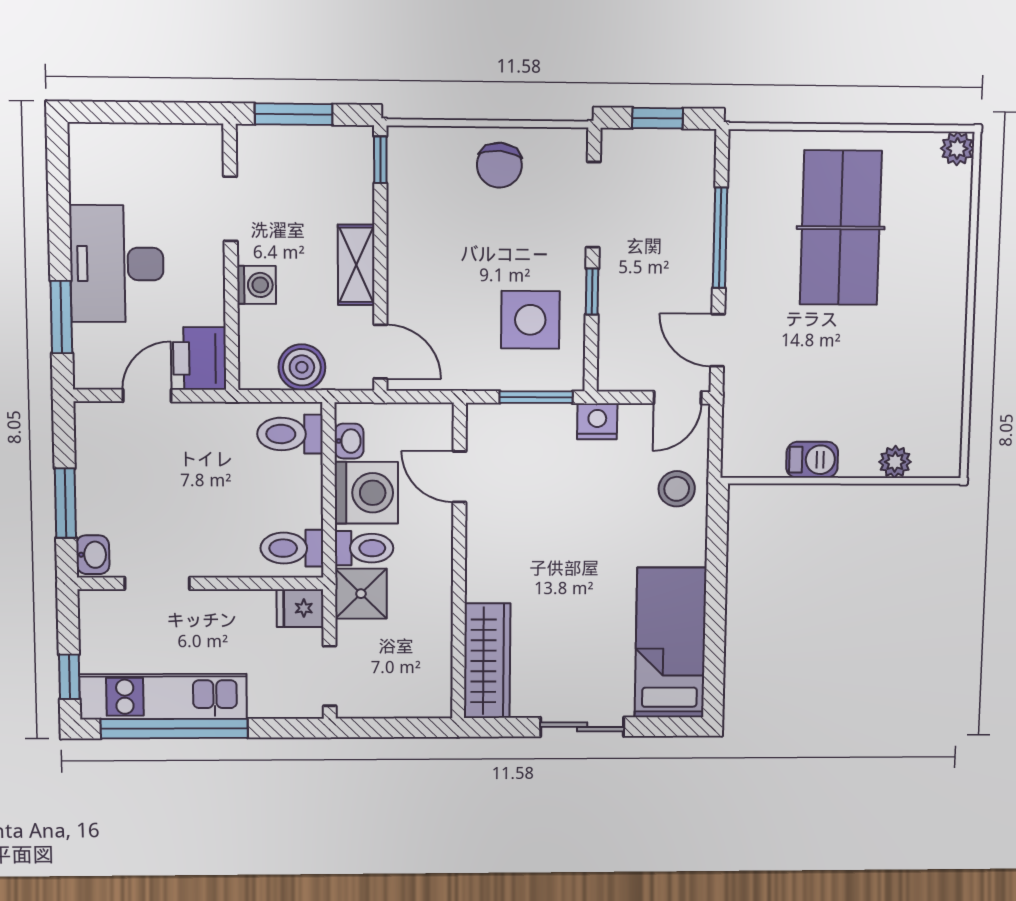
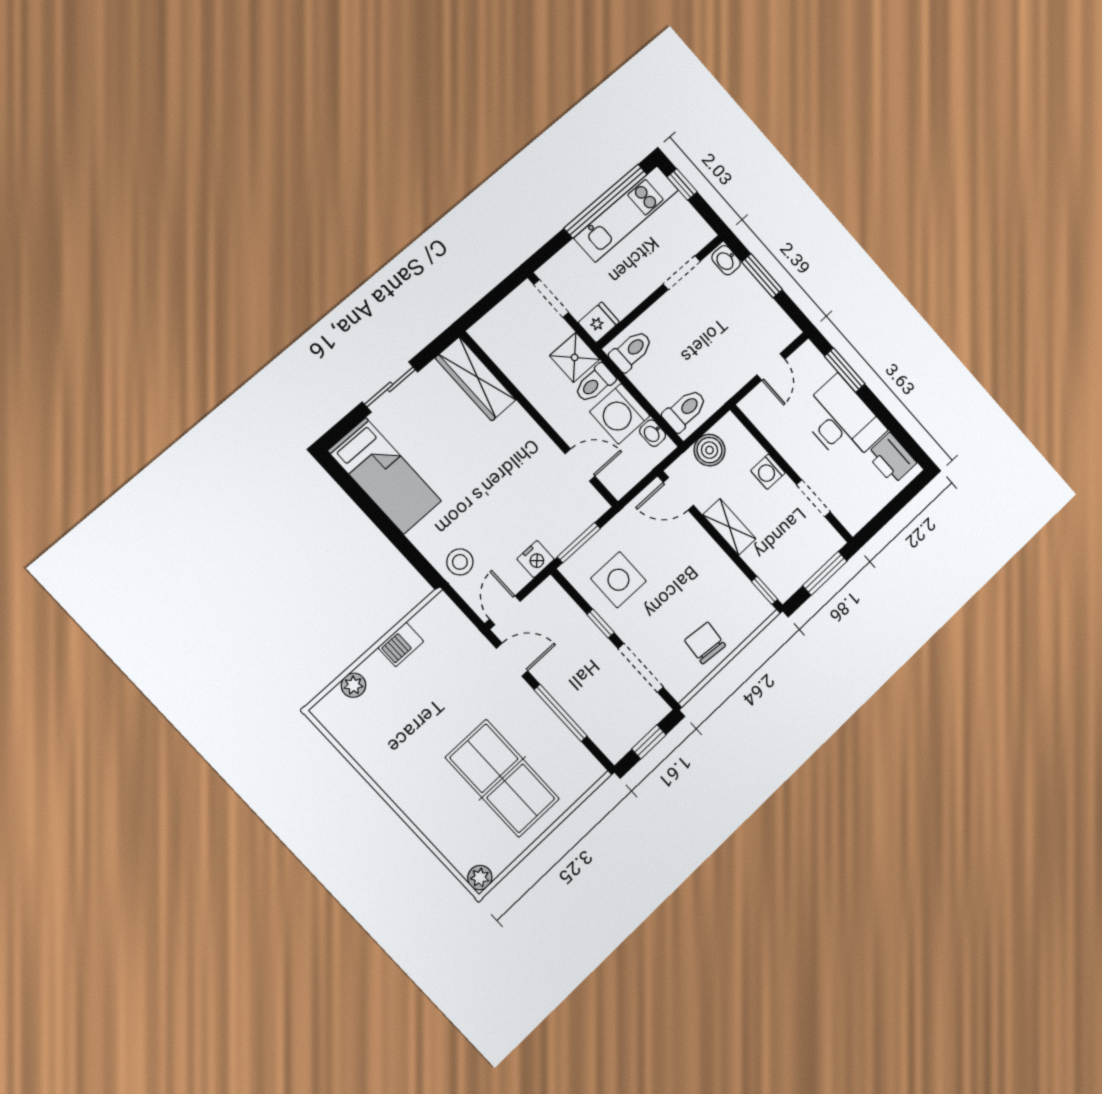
printer: (200, 358) -> (892, 459), moved, turned 180

